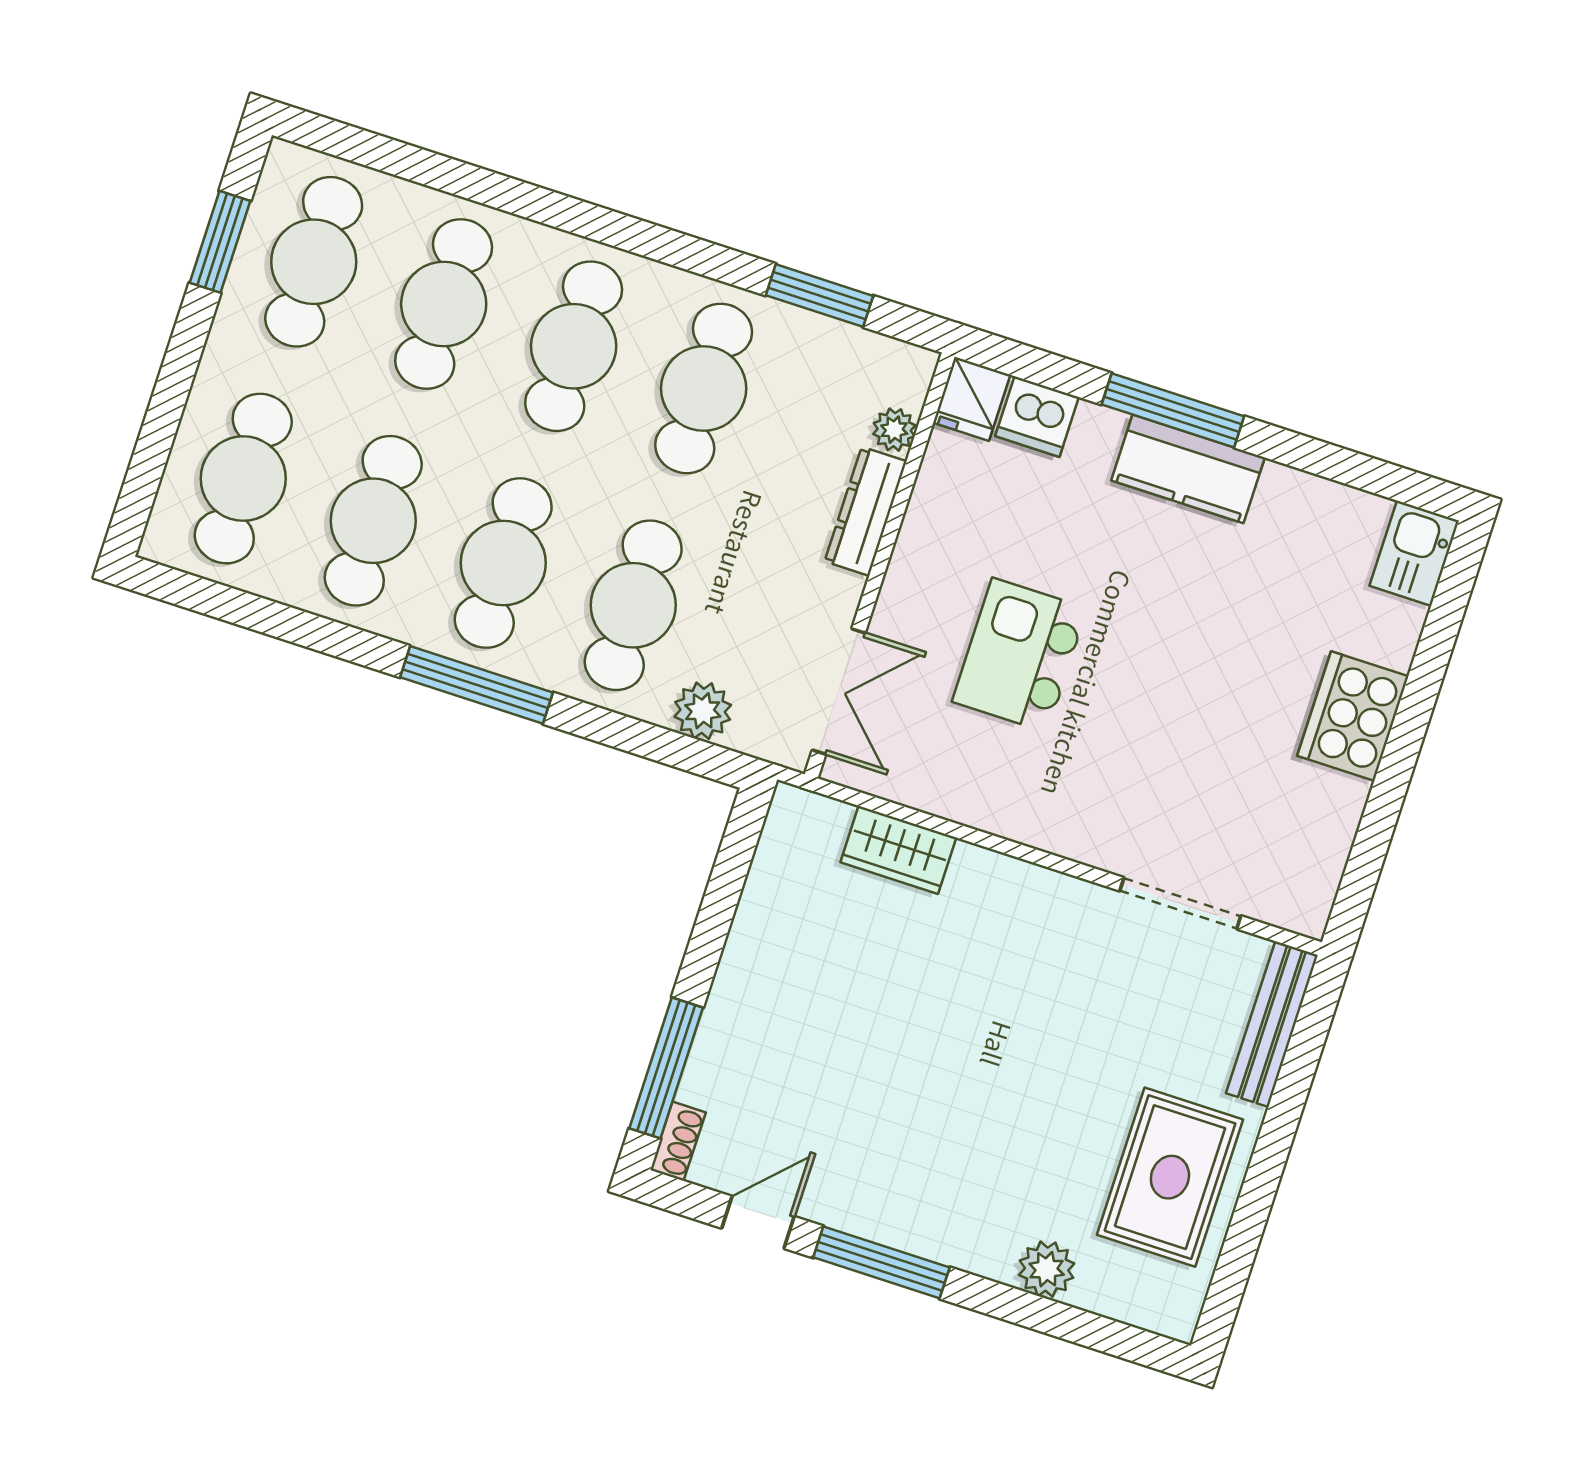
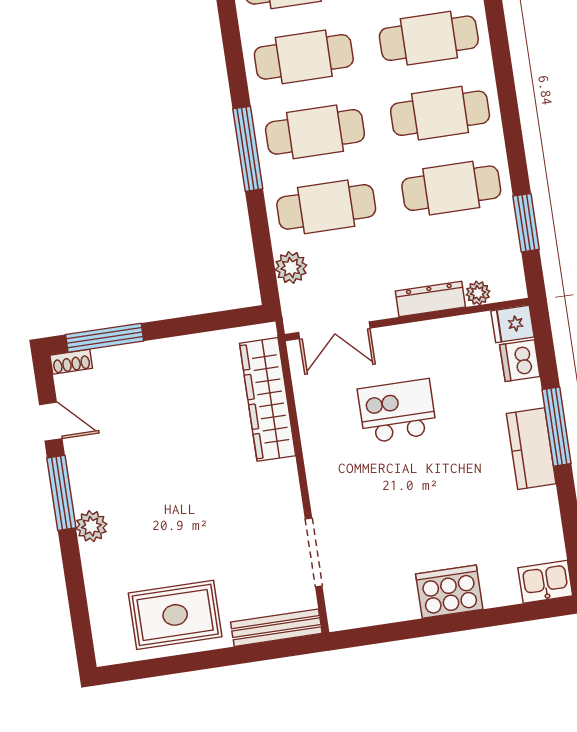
wardrobe: (898, 850) -> (268, 399), width x2.10, depth x1.17
plant: (1047, 1269) -> (91, 526), moved

